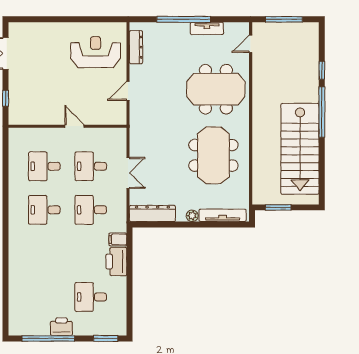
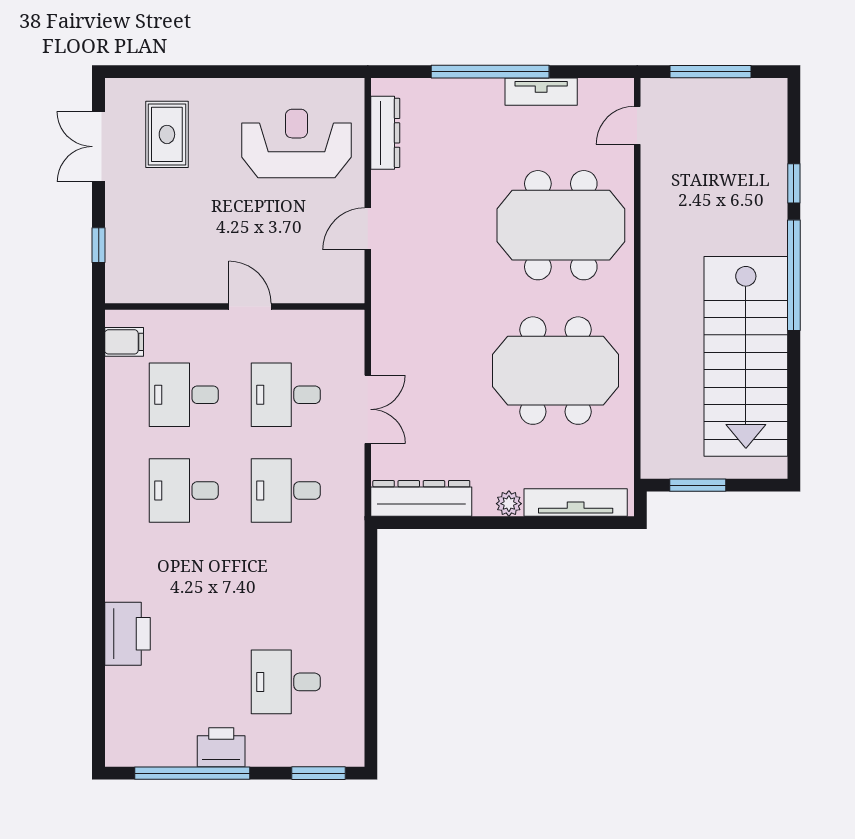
rug: (37, 48) -> (167, 134), added
meeting table: (213, 155) -> (556, 371), turned 90
filing cabinet: (118, 239) -> (124, 342), moved, turned 180
printer: (116, 261) -> (127, 634), moved, turned 180

